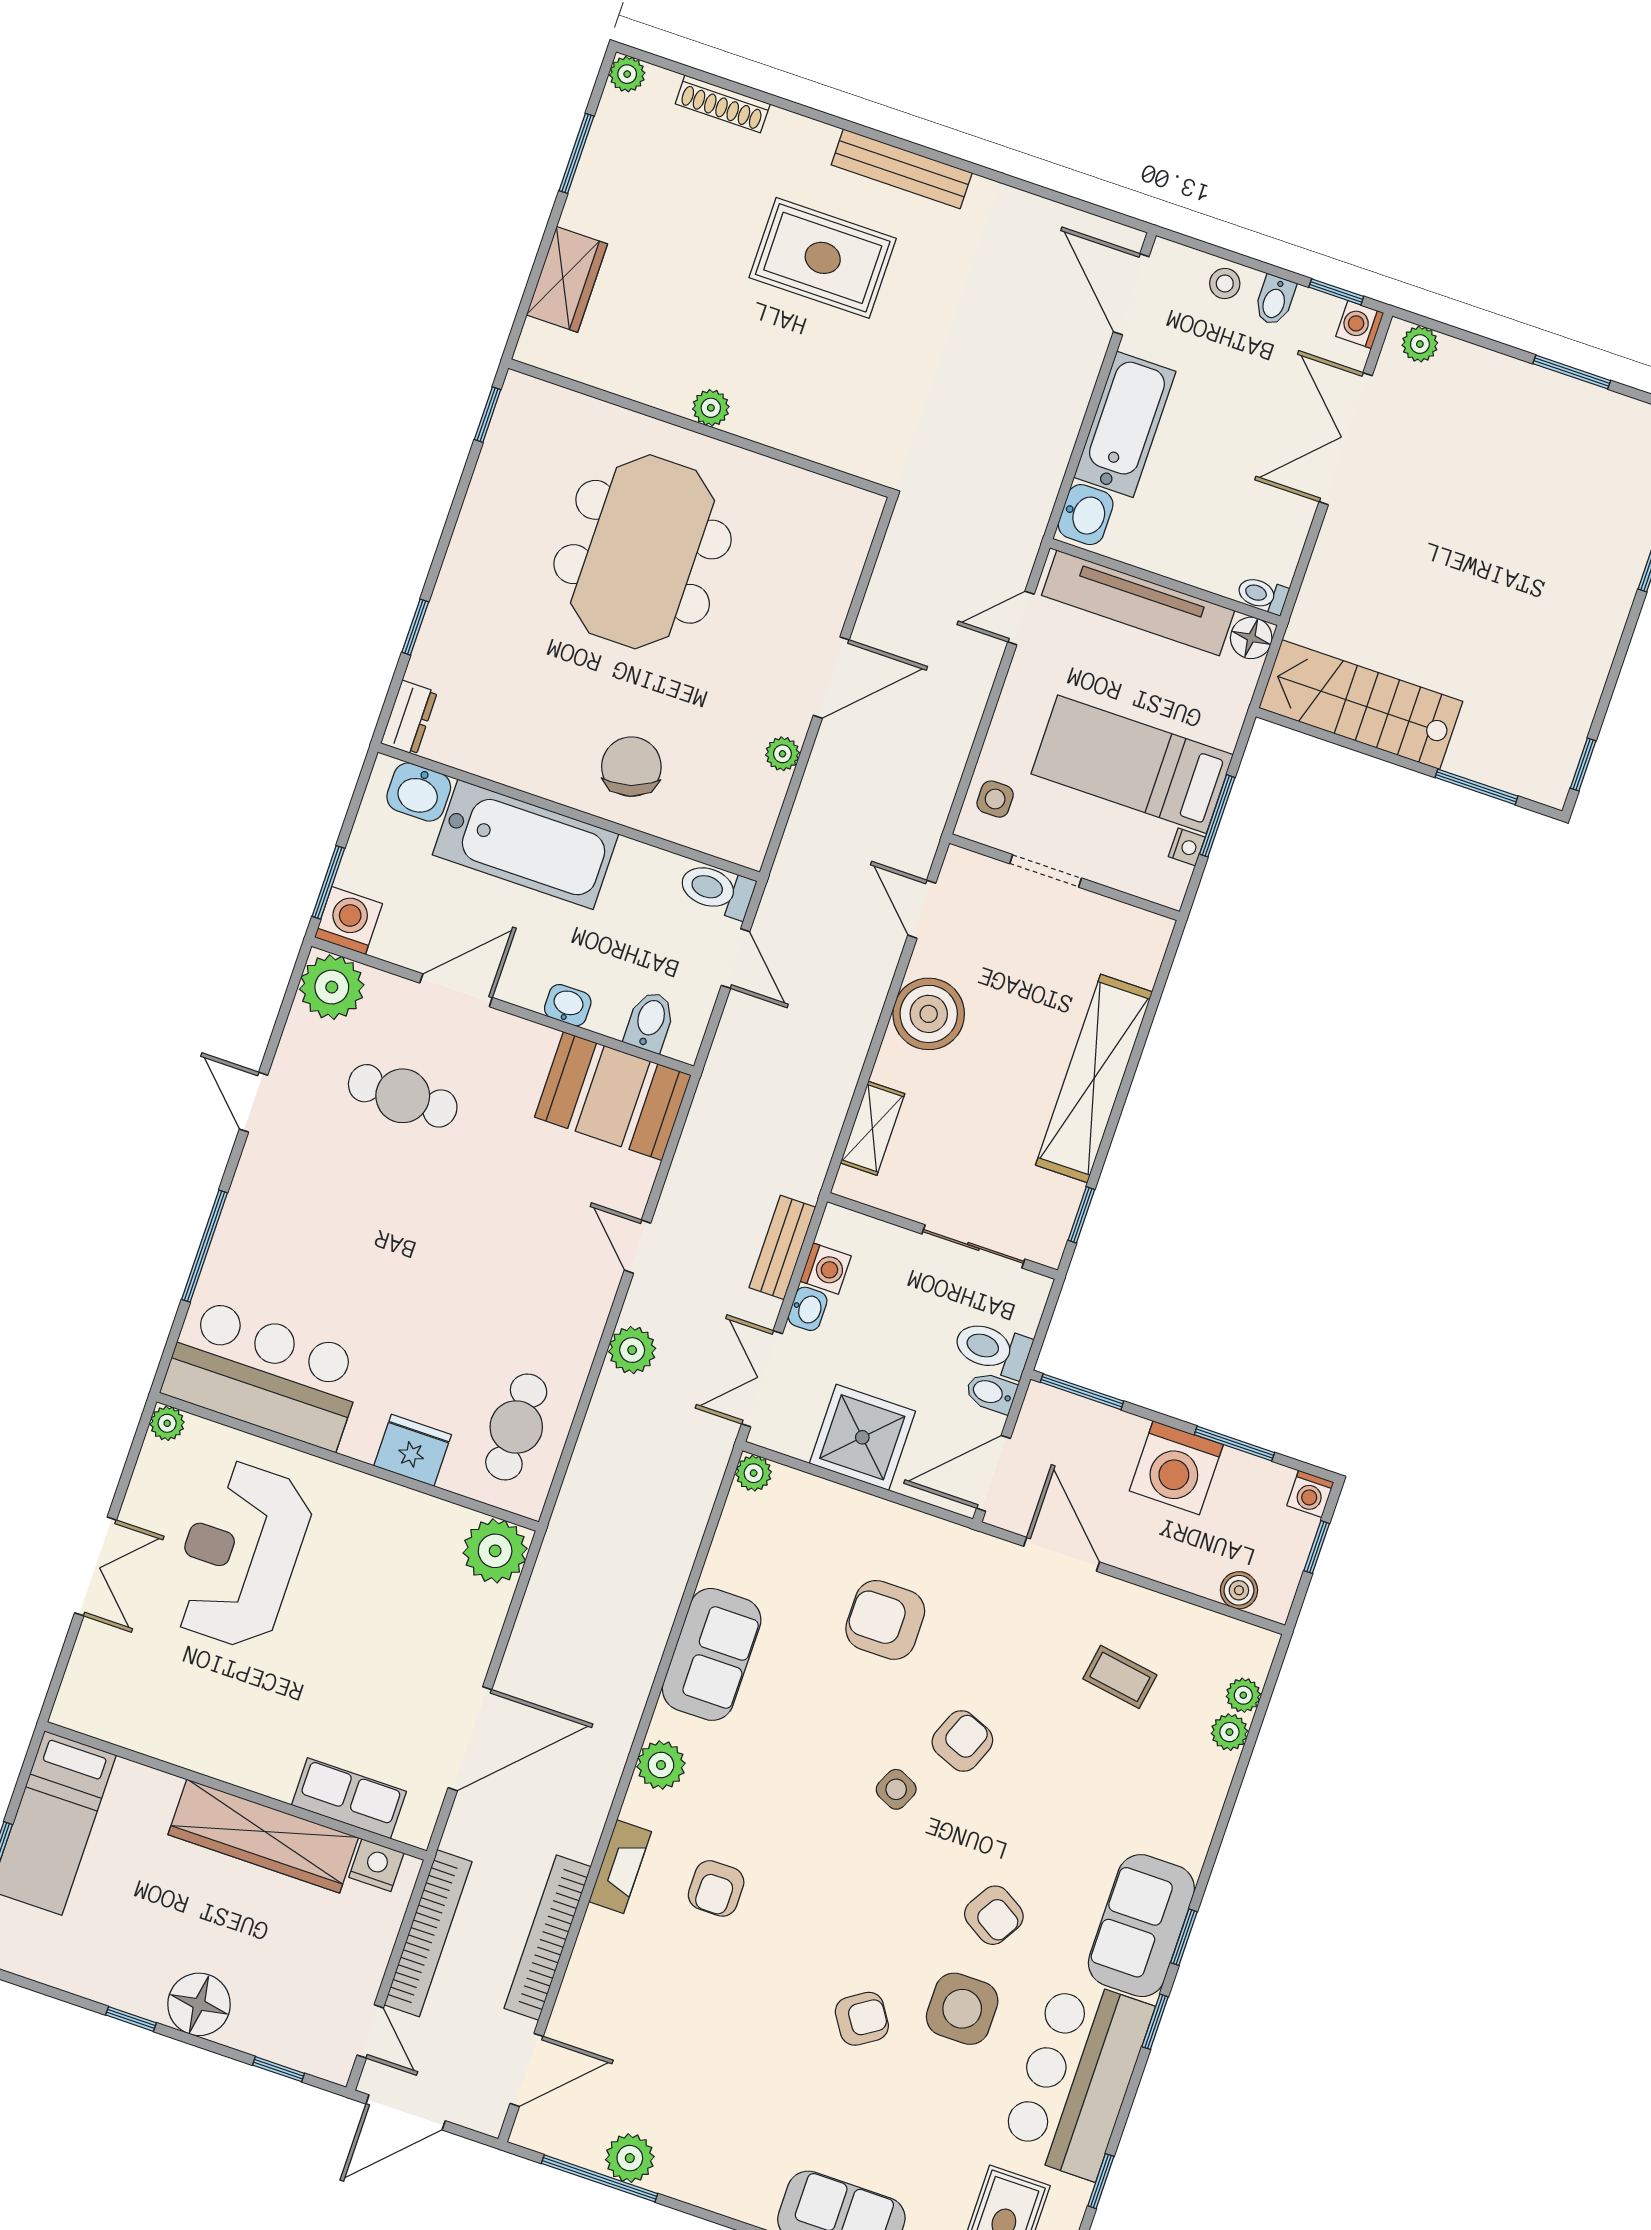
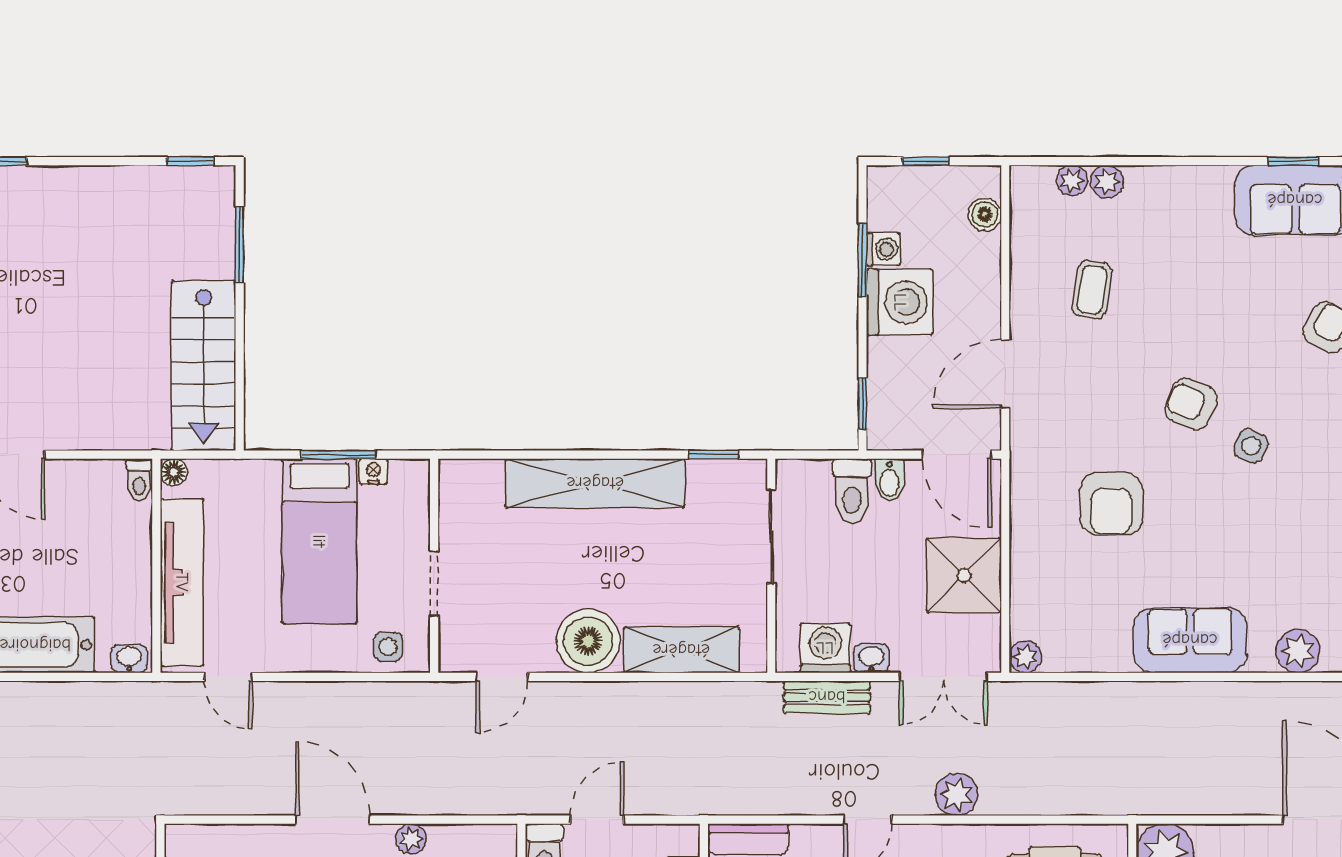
washbasin: (1086, 515) -> (129, 658), width x0.72, depth x0.69
floor lamp: (1251, 638) -> (174, 472), width x0.73, depth x0.73
shelving: (872, 1128) -> (681, 650), width x1.50, depth x1.33
washing machine: (826, 1269) -> (825, 648), width x1.38, depth x1.38
window: (1082, 1392) -> (862, 403), width x0.67
washing machine: (1310, 1494) -> (883, 249), moved

